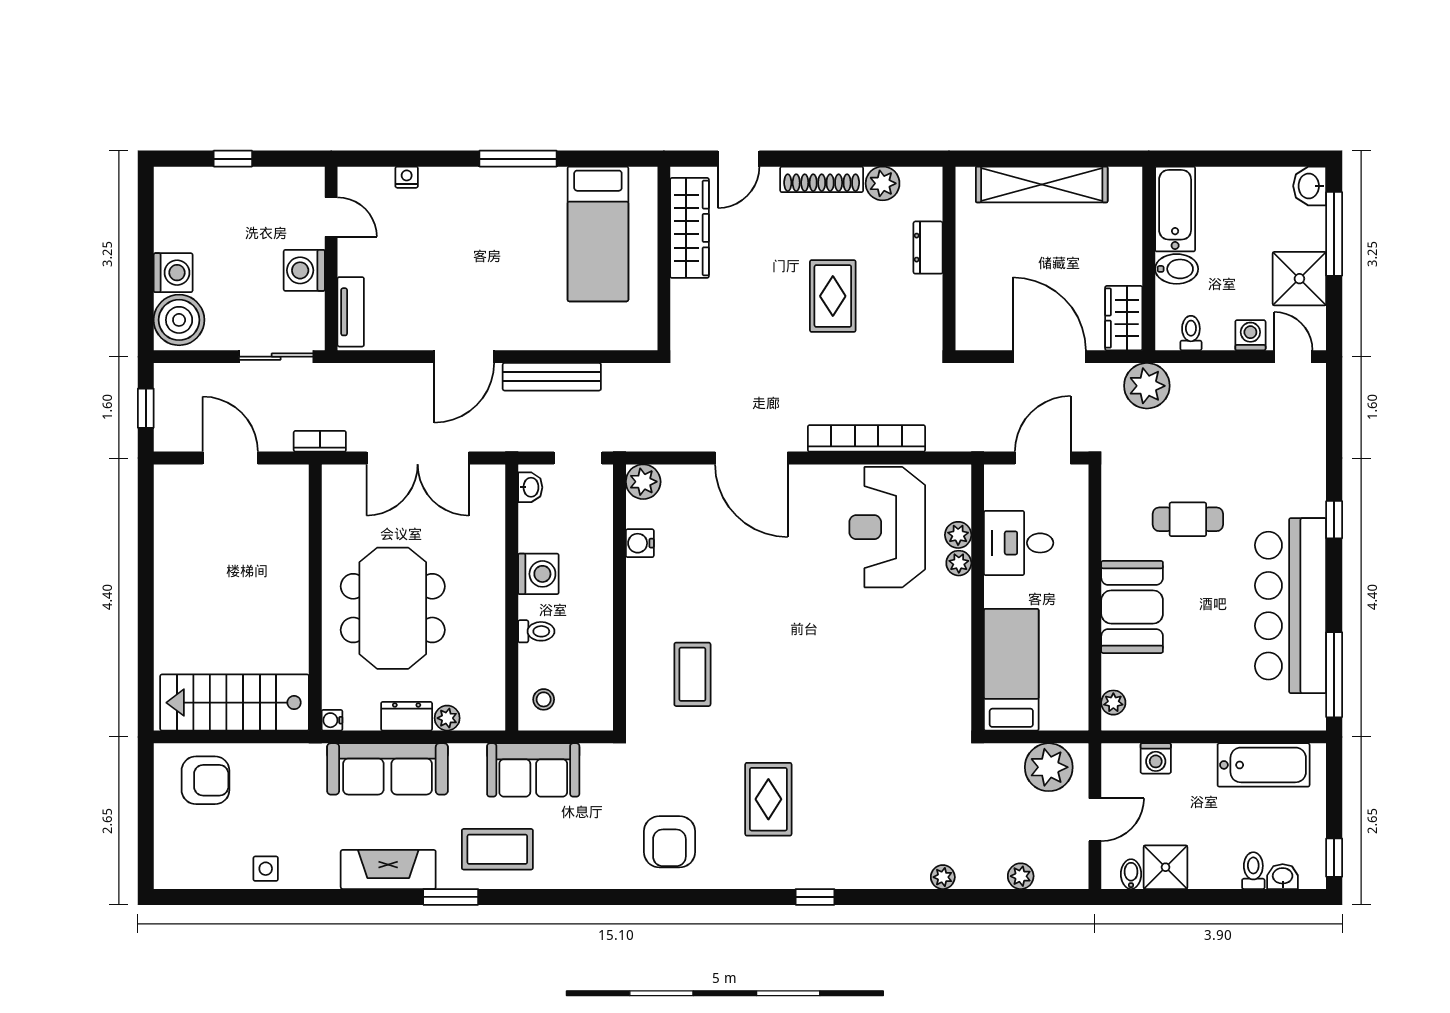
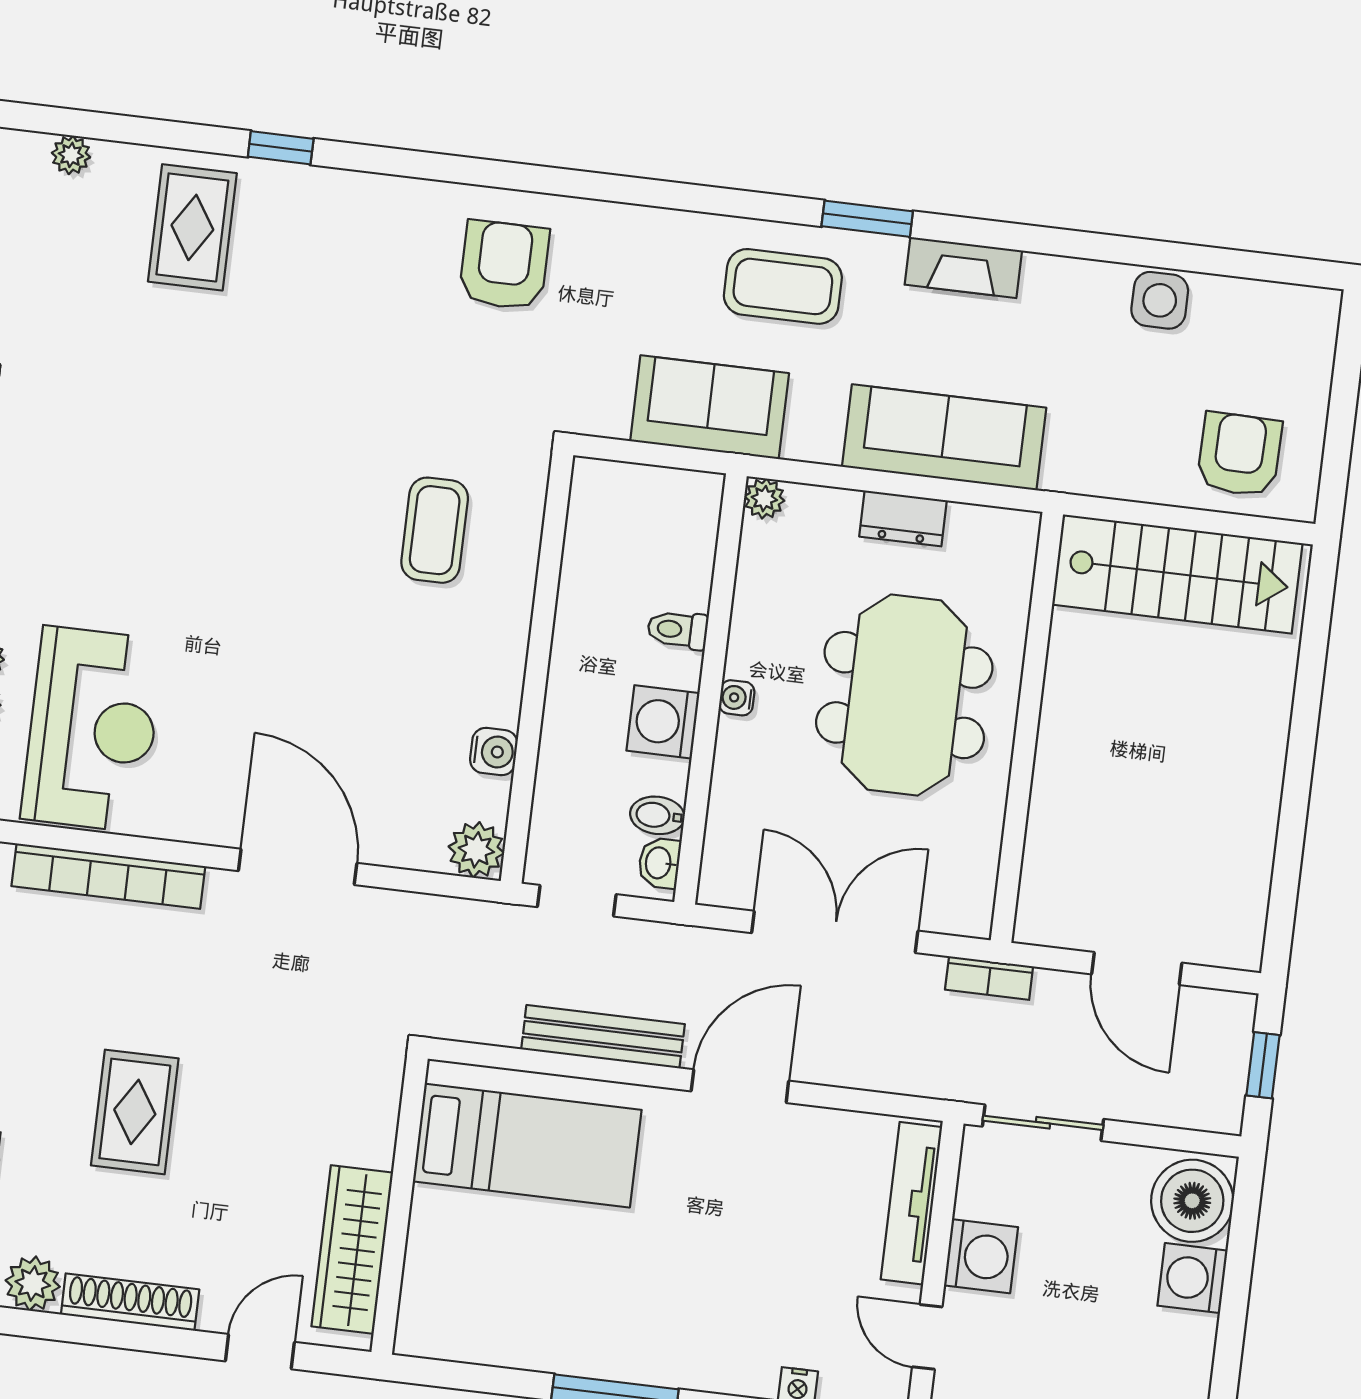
bed: (598, 234) -> (527, 1146), moved, turned 90
tv unit: (351, 312) -> (911, 1203), width x1.41
bidet: (535, 516) -> (657, 815), added
stool: (544, 699) -> (679, 519), removed
plant: (447, 718) -> (764, 499), moved
water cooler: (332, 720) -> (737, 698), moved, turned 180
armchair: (205, 780) -> (1239, 454), turned 91
rug: (768, 799) -> (192, 227), moved
side table: (266, 869) -> (1160, 300), width x1.37, depth x1.37
fireplace: (388, 869) -> (963, 268), width x0.73, depth x0.76

